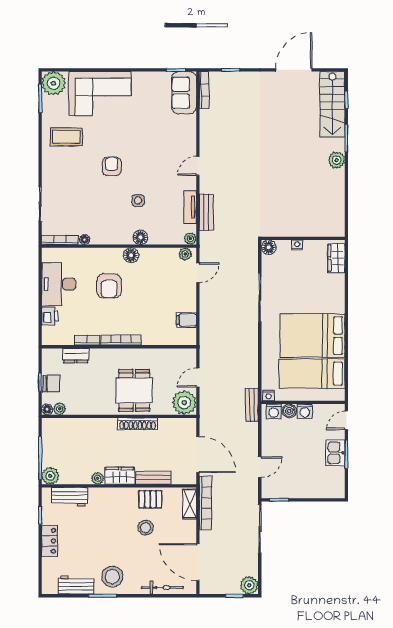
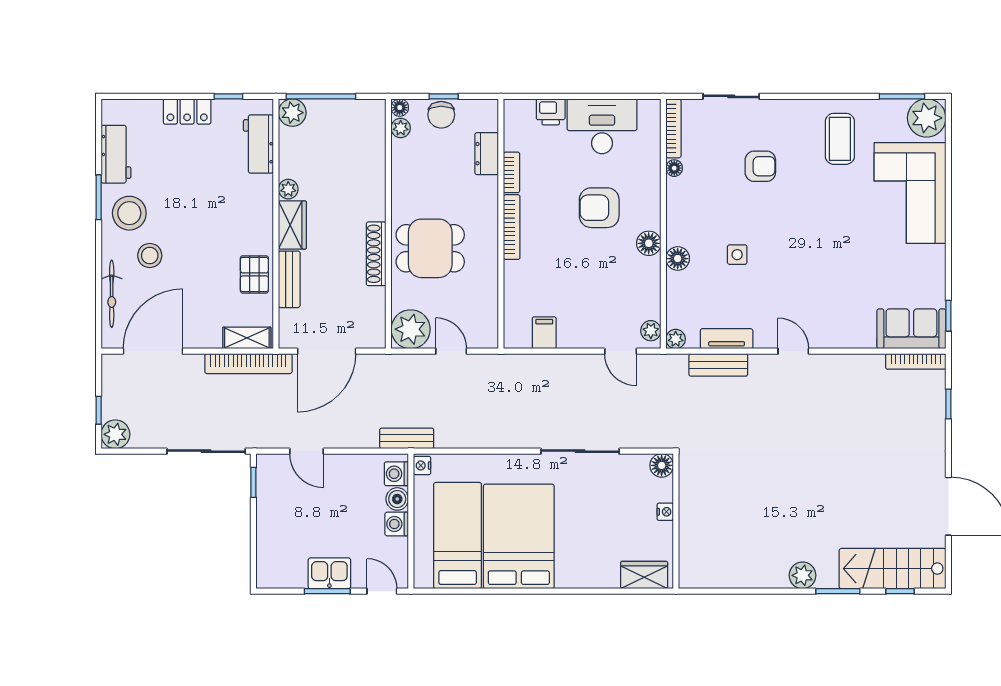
armchair: (112, 166) -> (760, 166), moved
stool: (146, 528) -> (150, 256), moved

